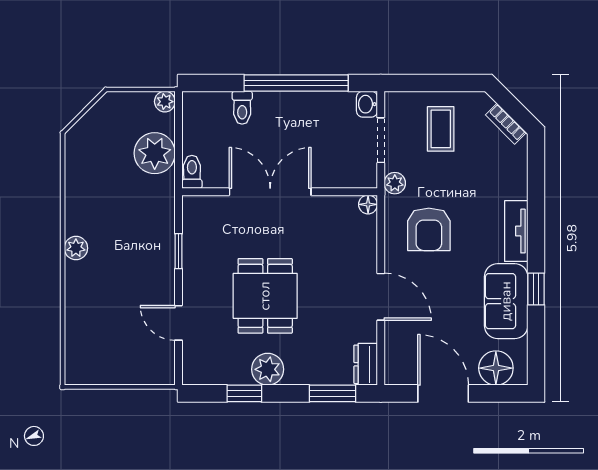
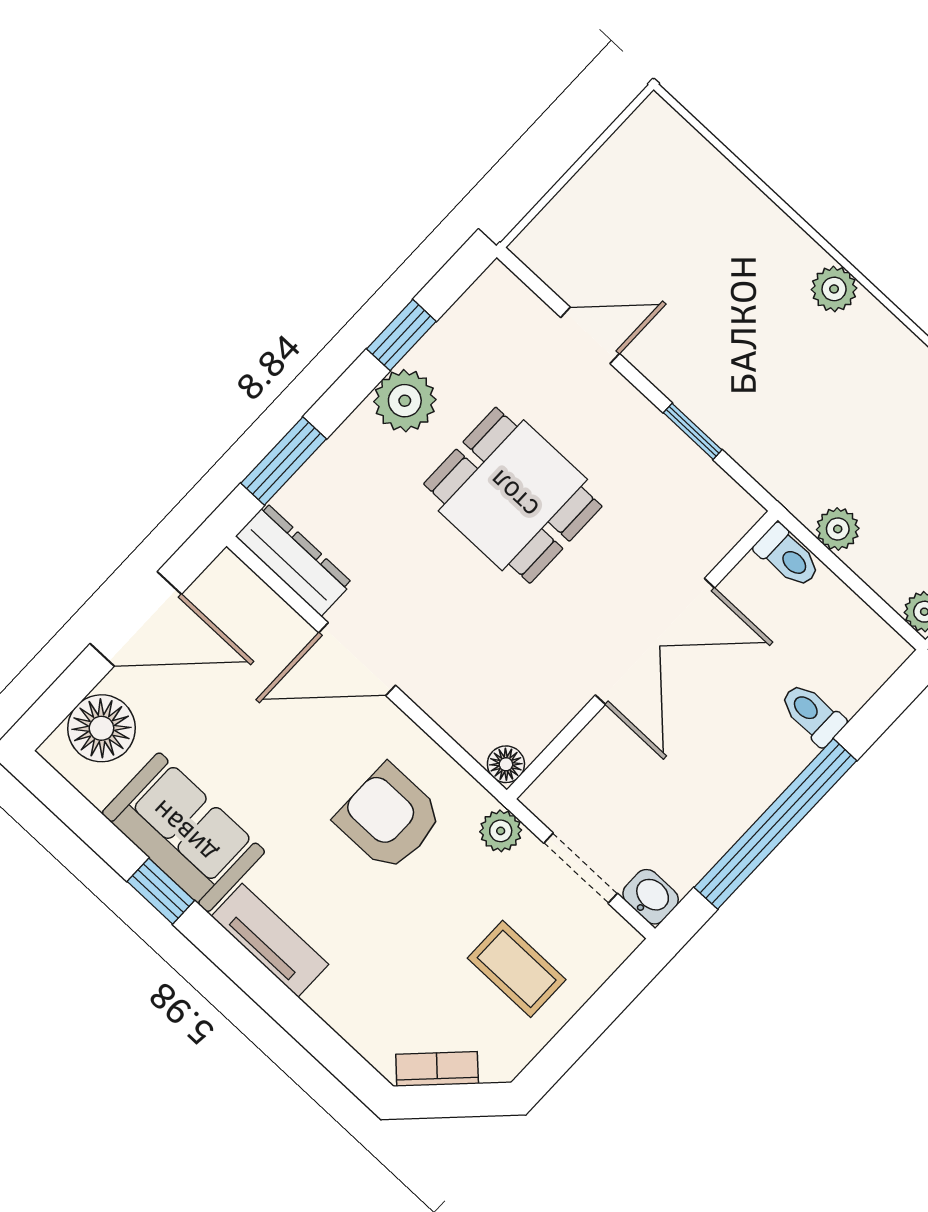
plant: (155, 153) -> (838, 529), width x0.53, depth x0.53
dresser: (366, 364) -> (294, 560), width x1.44

